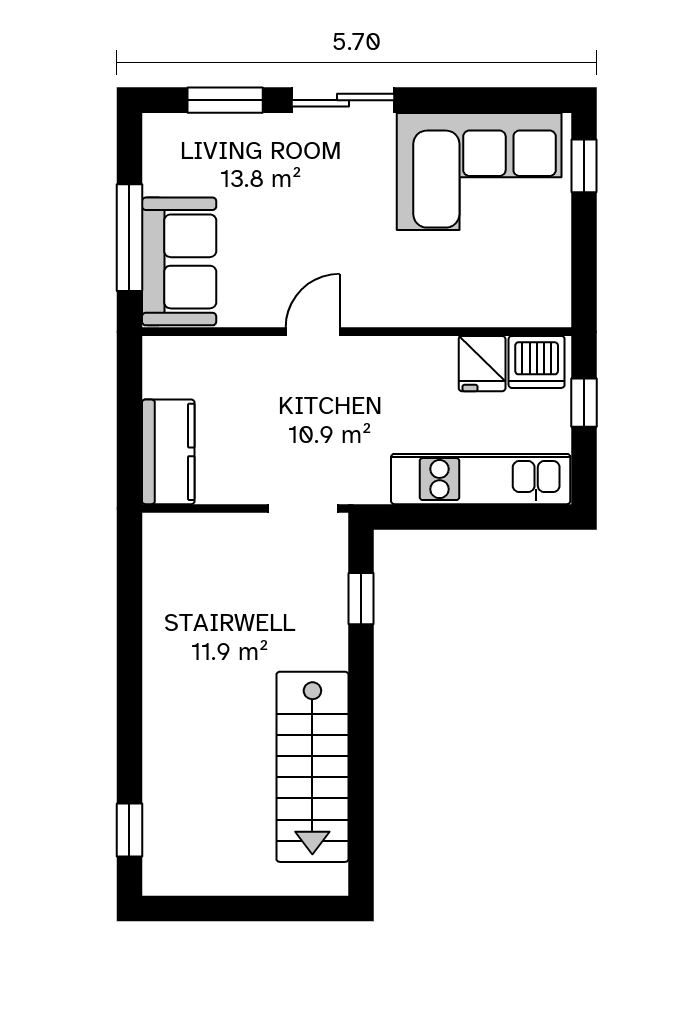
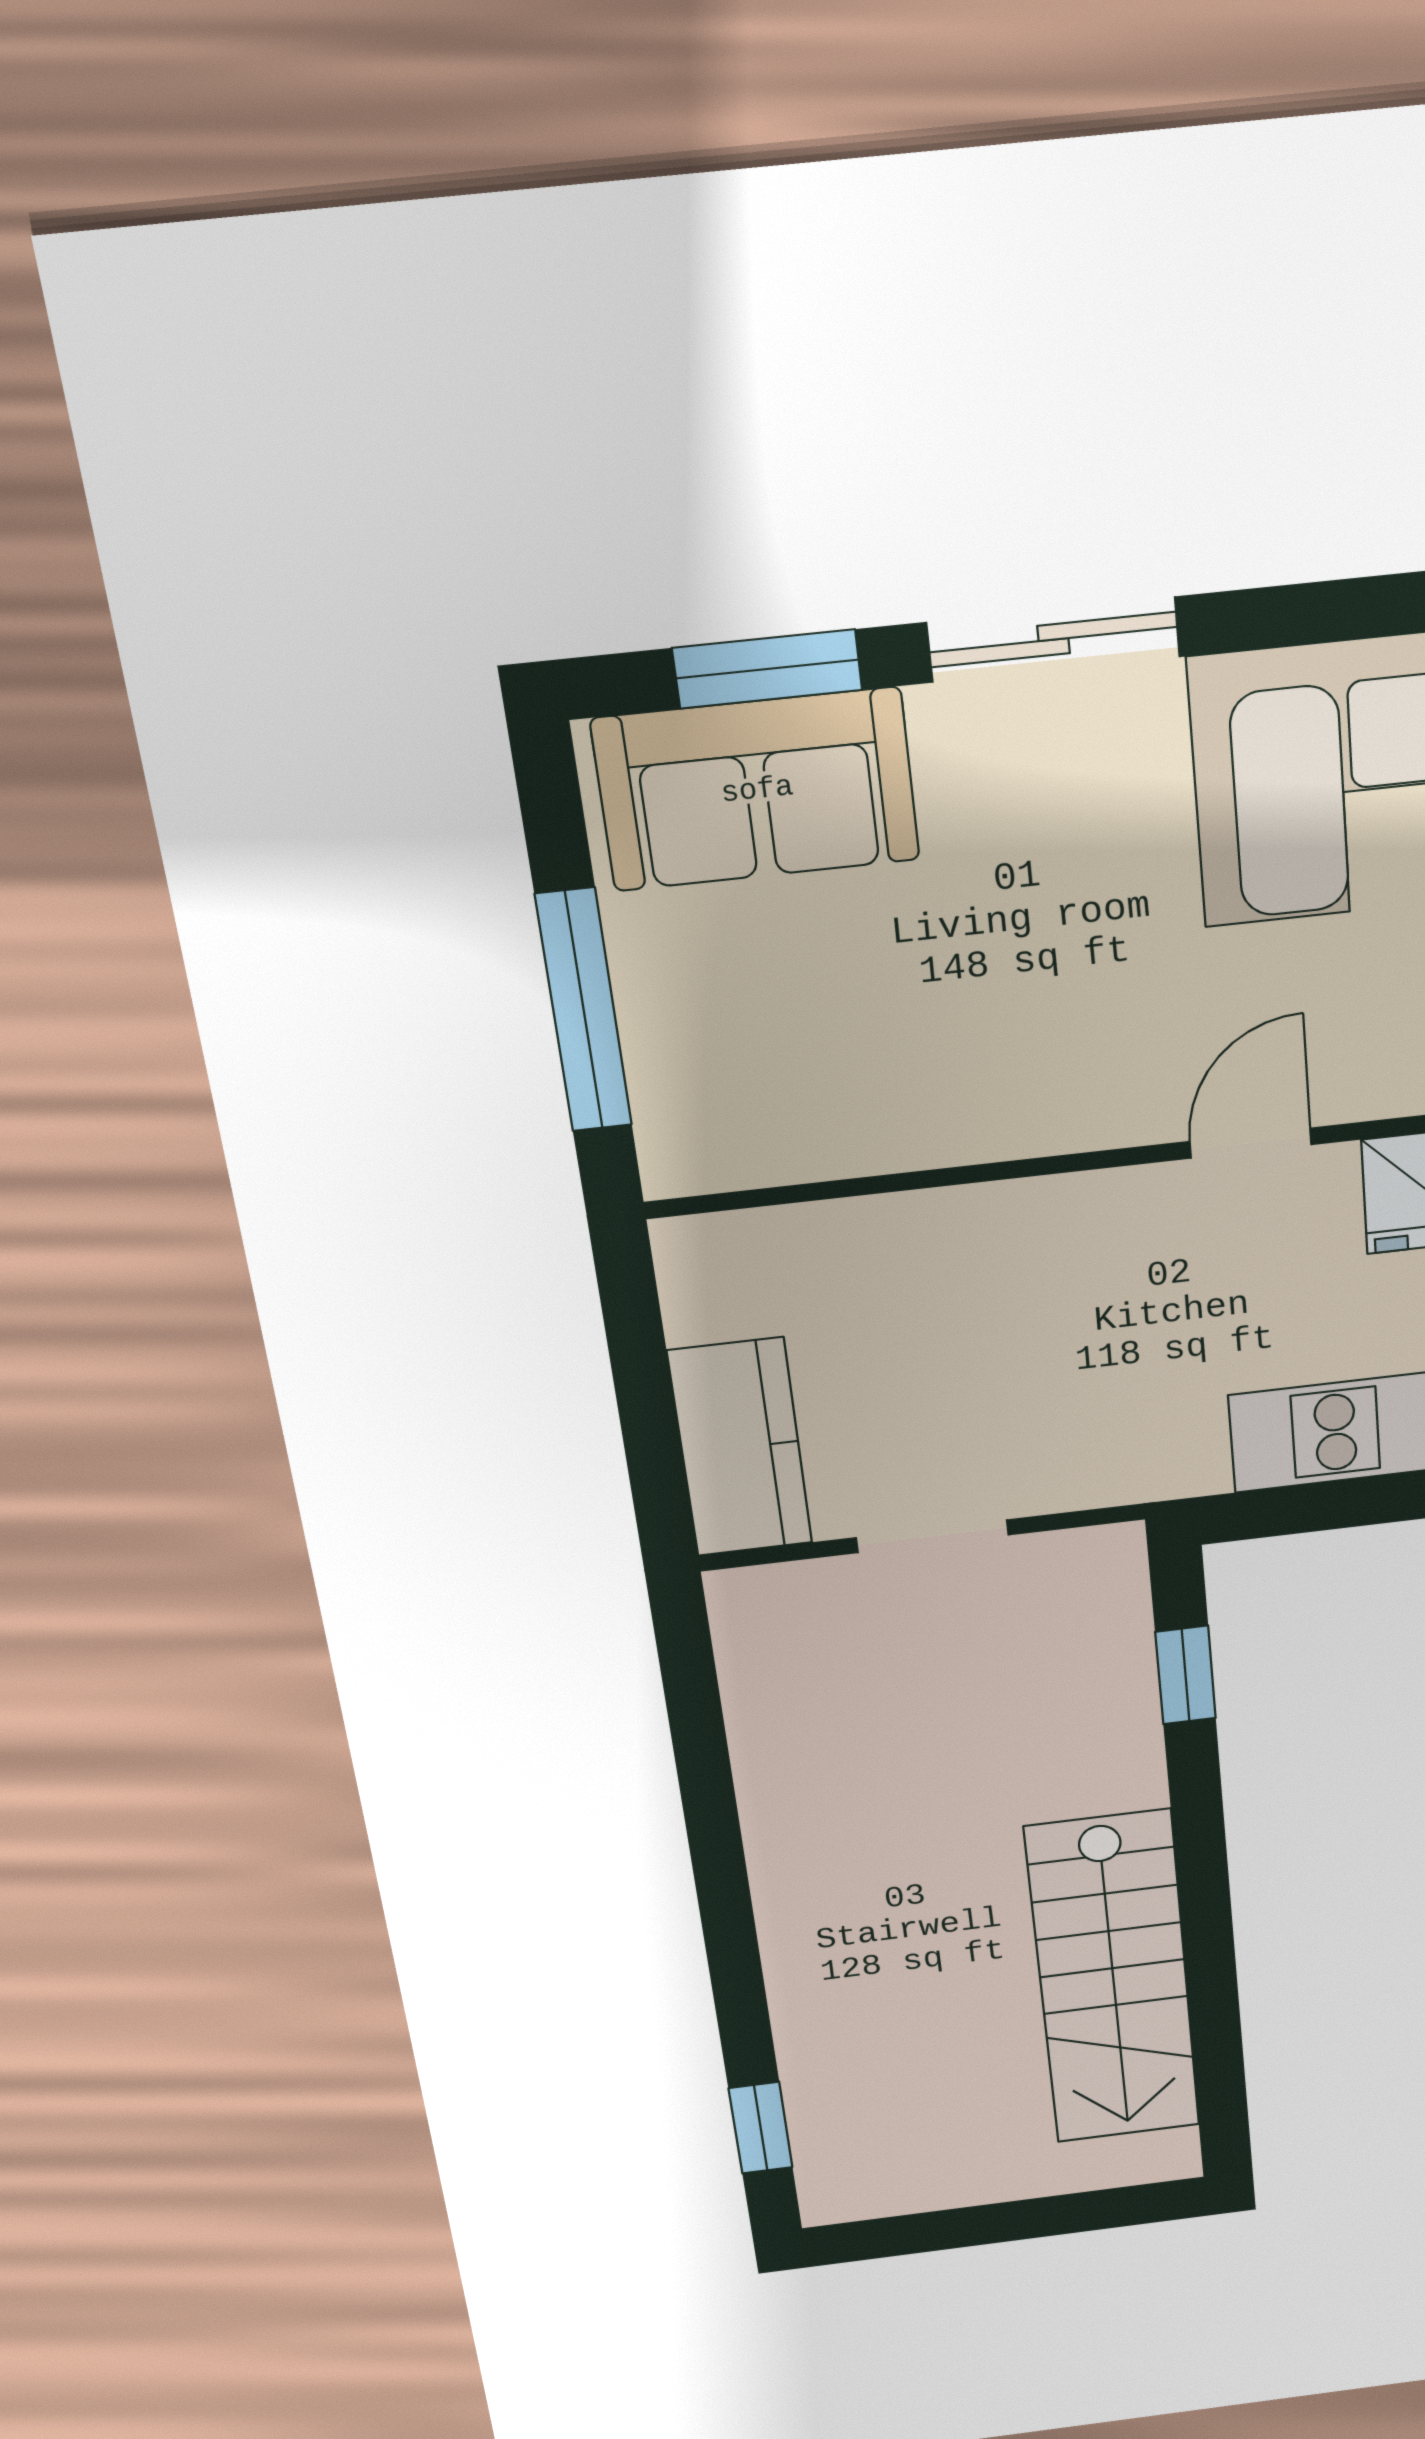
sofa: (179, 261) -> (757, 790), moved, turned 90
door: (313, 332) -> (1251, 1143), moved
doorway: (303, 508) -> (932, 1536), moved

